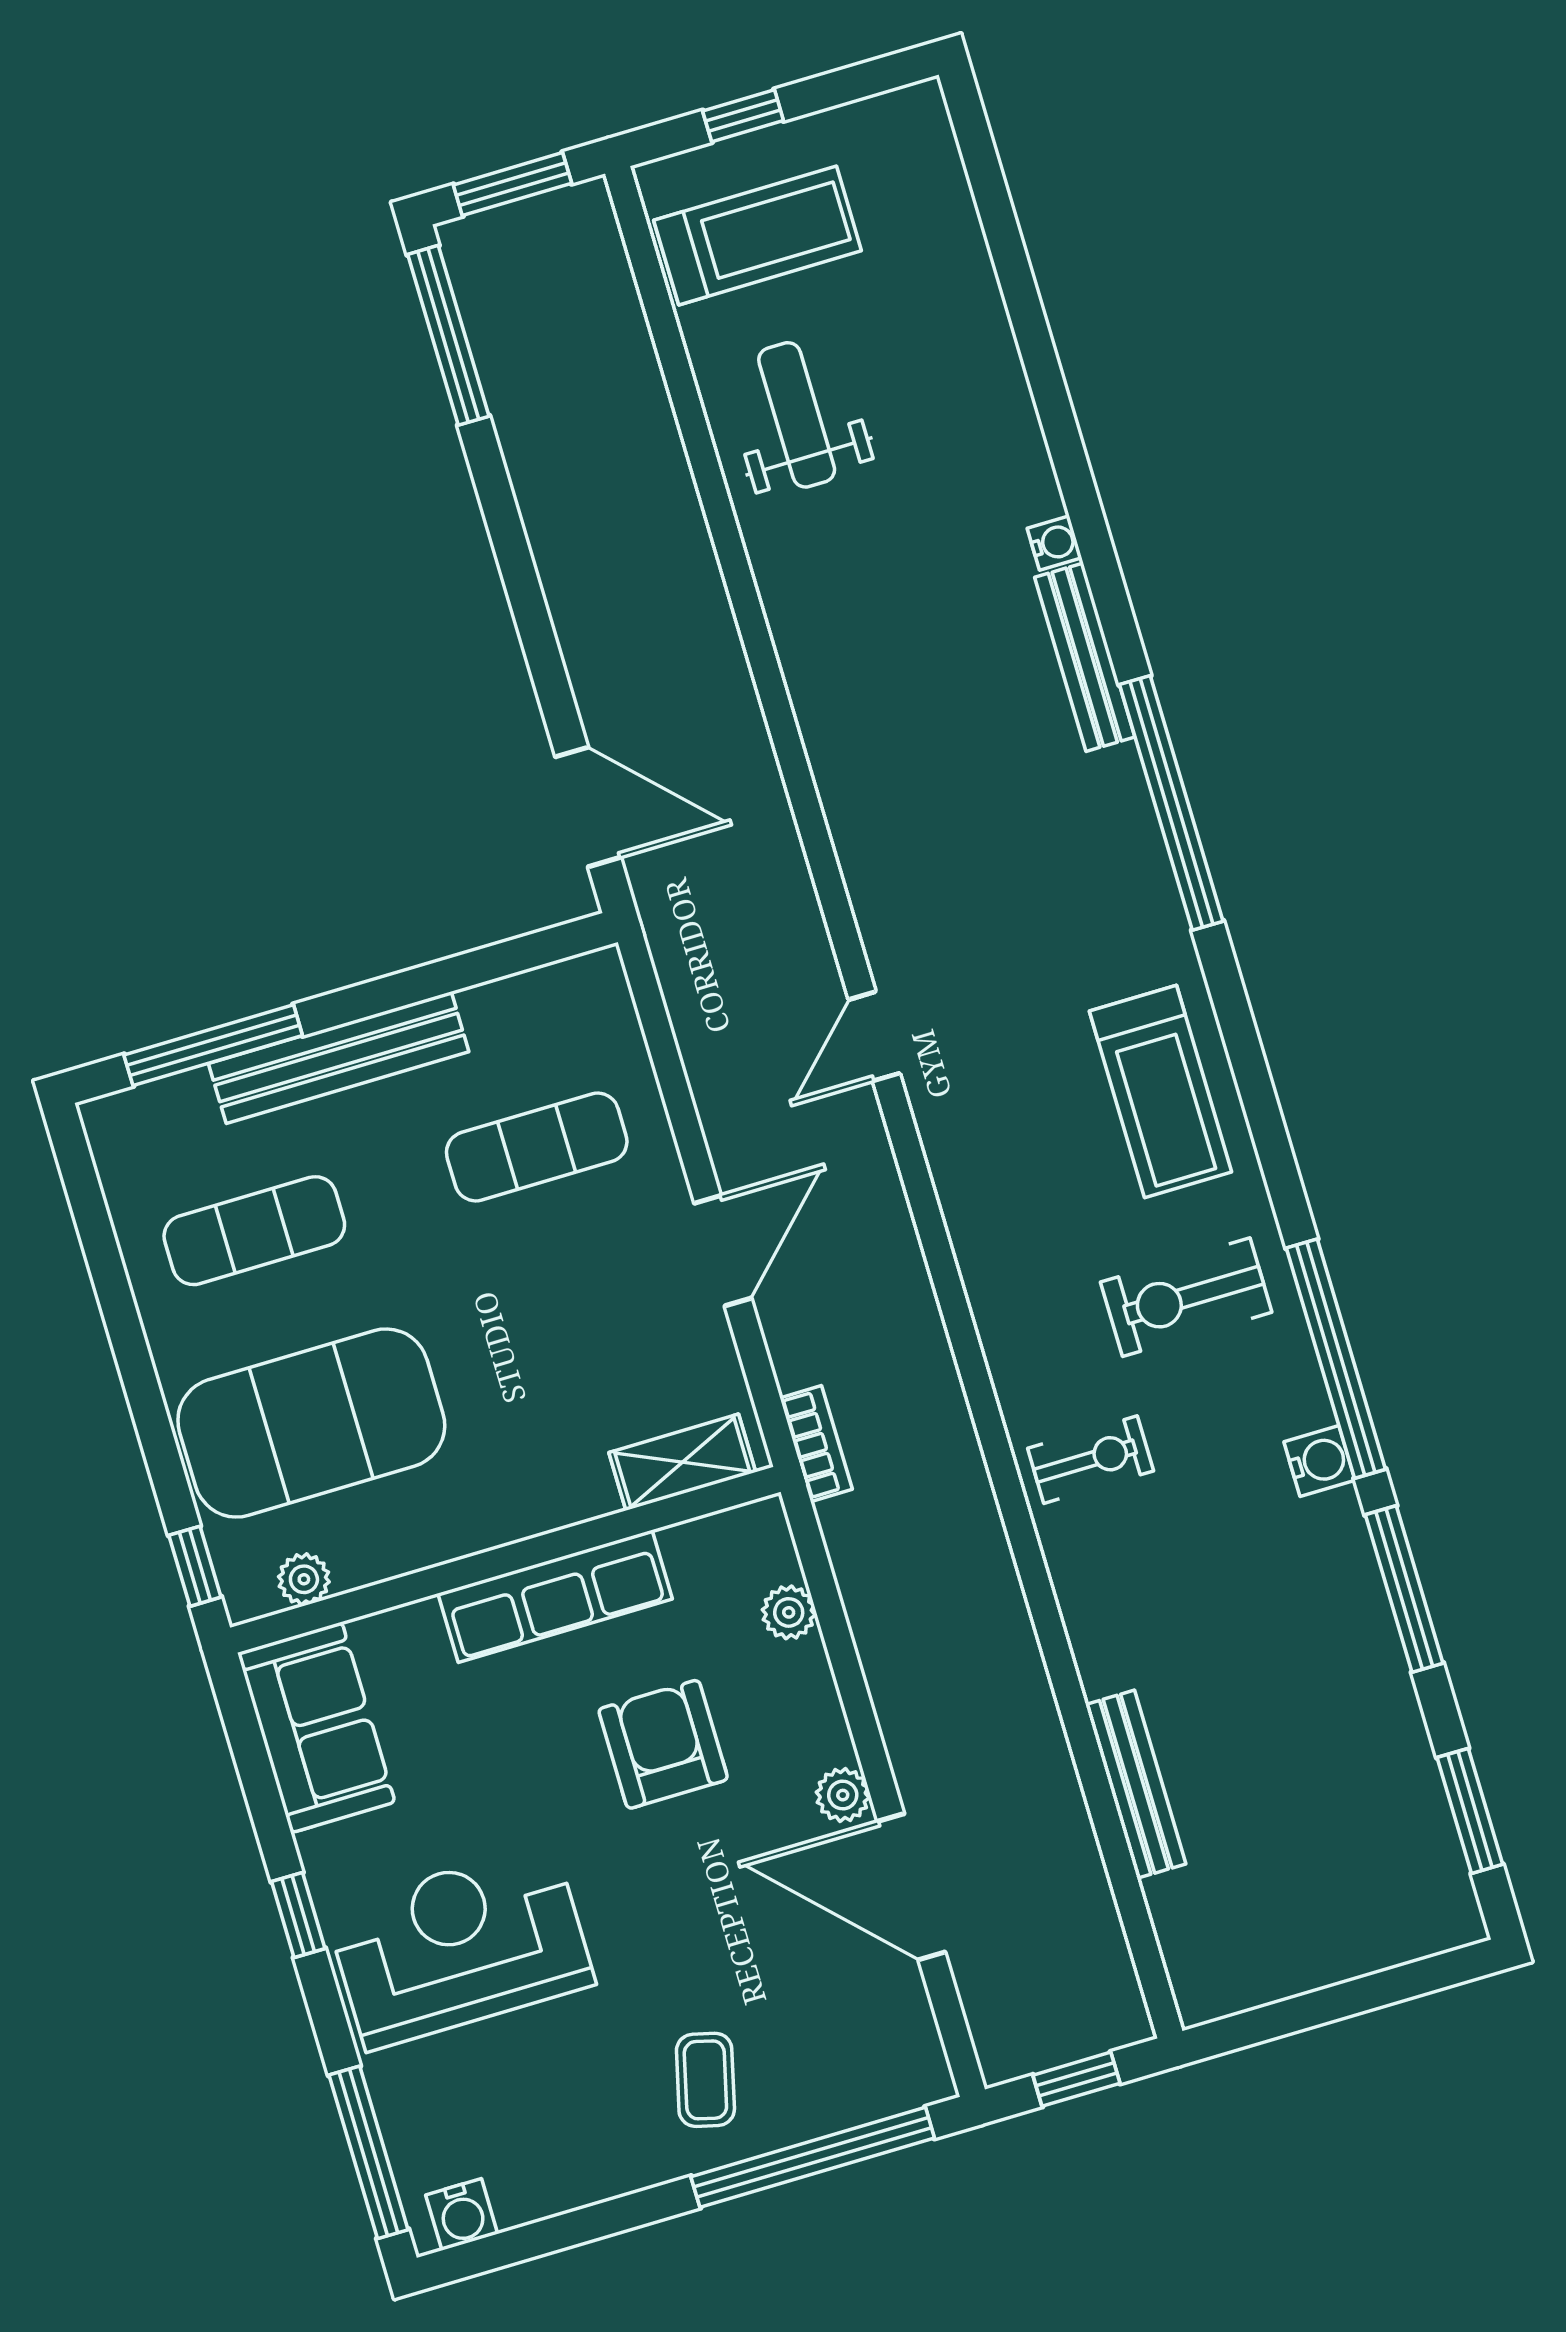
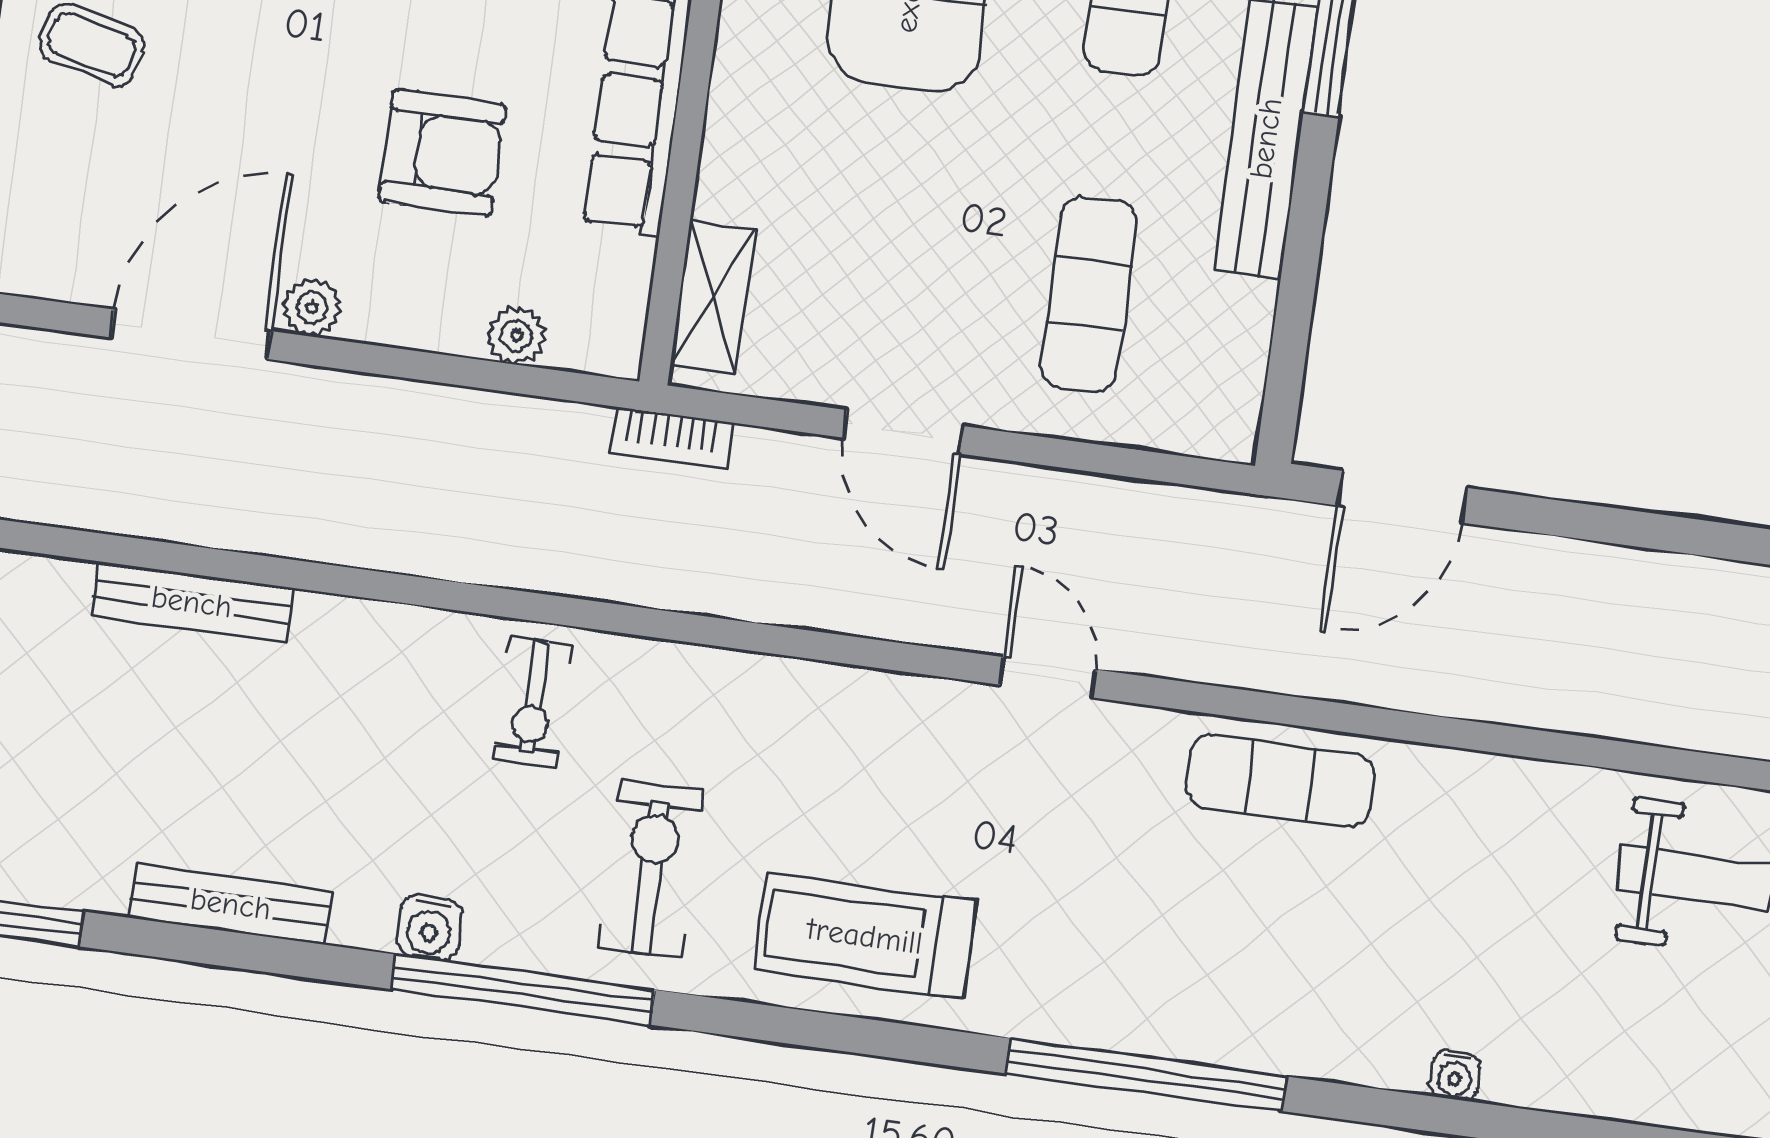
bench: (1085, 657) -> (231, 904), moved
exercise mat: (873, 802) -> (1280, 781), added
window: (1404, 1589) -> (265, 954), removed

